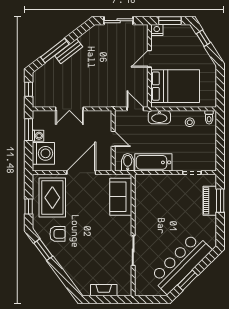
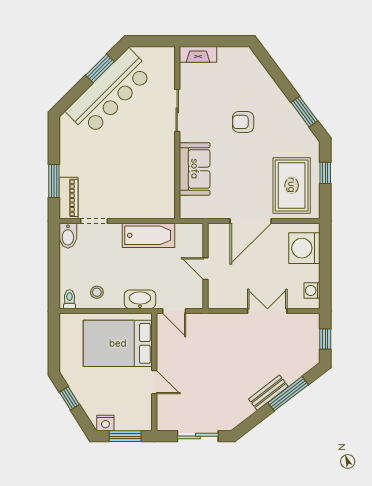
nightstand: (157, 30) -> (105, 423), moved
window: (203, 38) -> (69, 398), moved
door: (149, 59) -> (154, 382), hinge flipped
window: (29, 130) -> (325, 282), removed
washing machine: (38, 136) -> (312, 290), moved
bidet: (128, 162) -> (68, 236), moved
sofa: (121, 197) -> (195, 169), moved
piano: (210, 201) -> (69, 198), moved
armchair: (57, 234) -> (243, 122), moved
fireplace: (104, 290) -> (198, 54), moved

